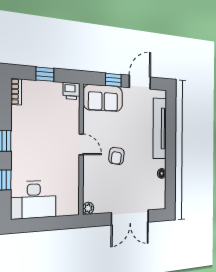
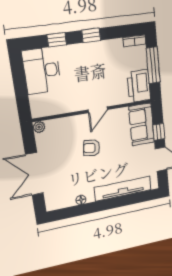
window: (45, 74) -> (153, 65), width x2.17
printer: (72, 91) -> (139, 86), width x1.87, depth x1.48

